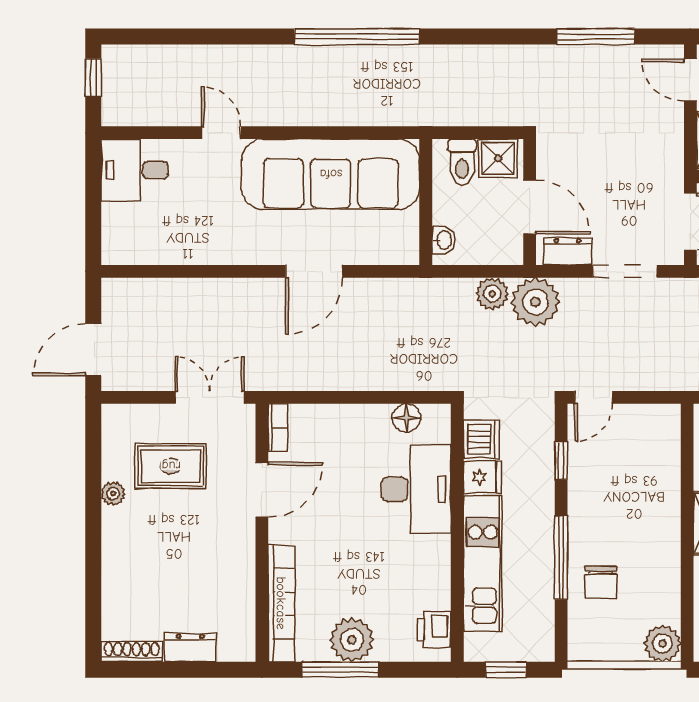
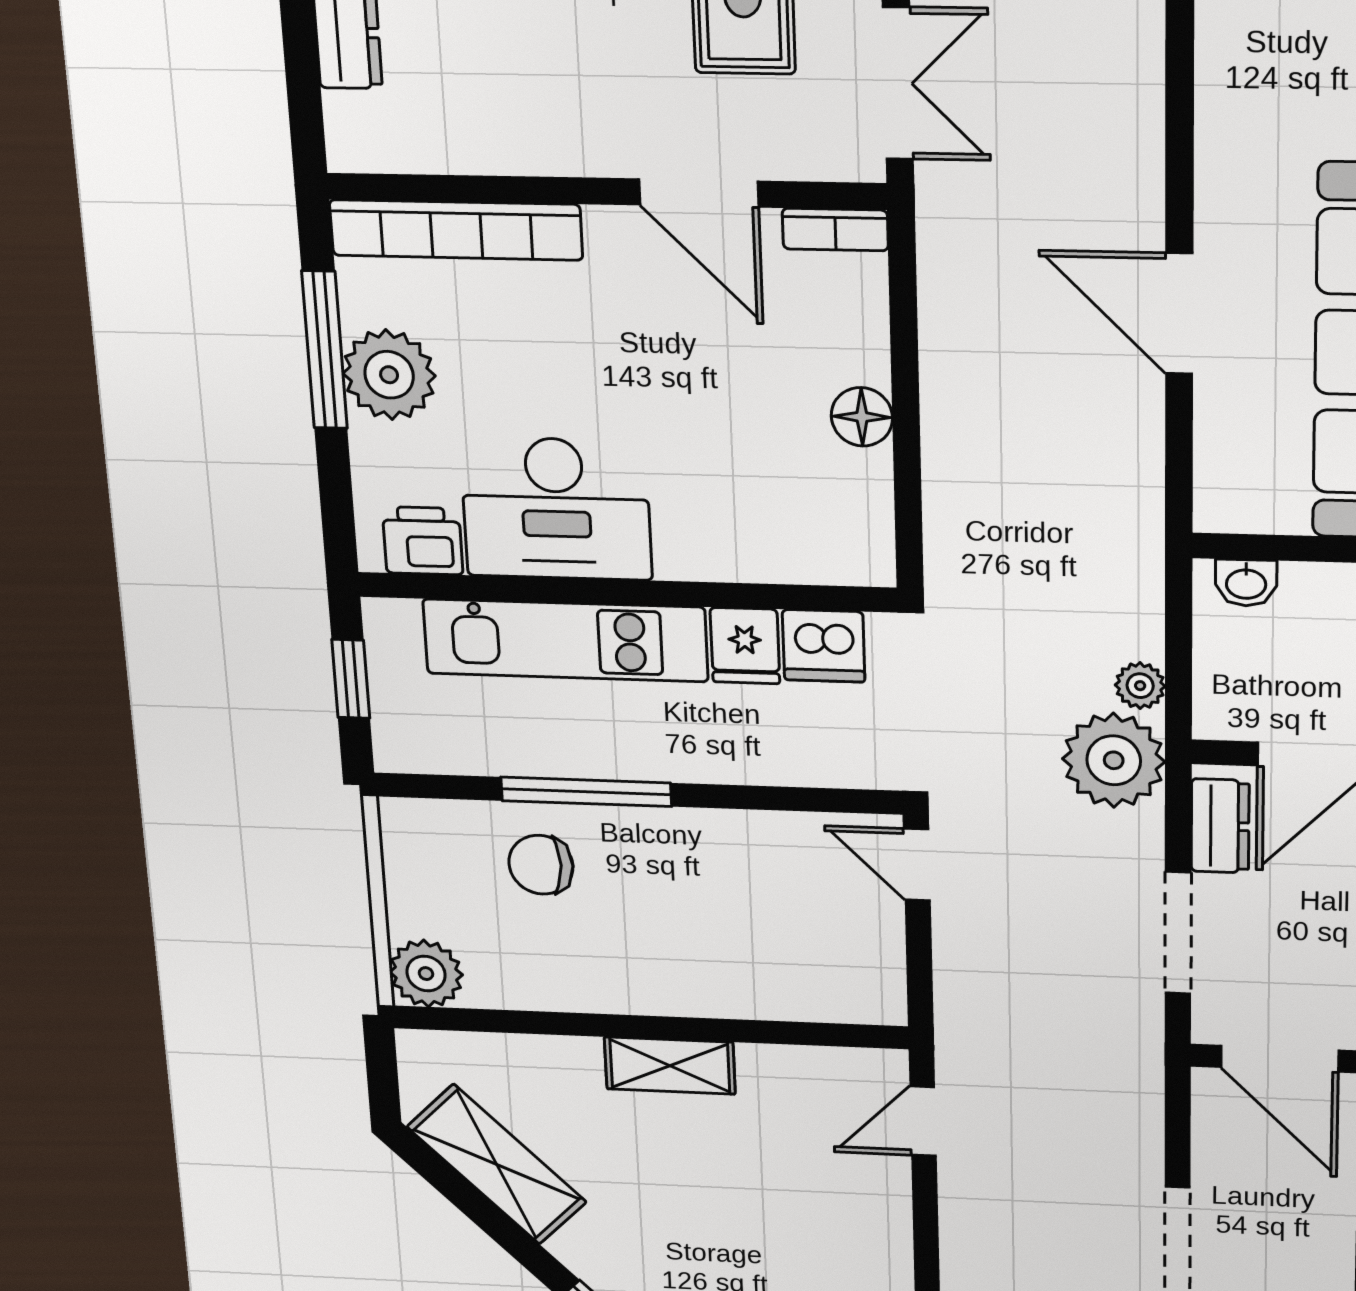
plant: (492, 294) -> (1140, 686), width x0.73, depth x0.73
floor lamp: (406, 418) -> (862, 417), moved
window: (561, 461) -> (785, 799), removed
desk: (416, 489) -> (556, 509), moved

